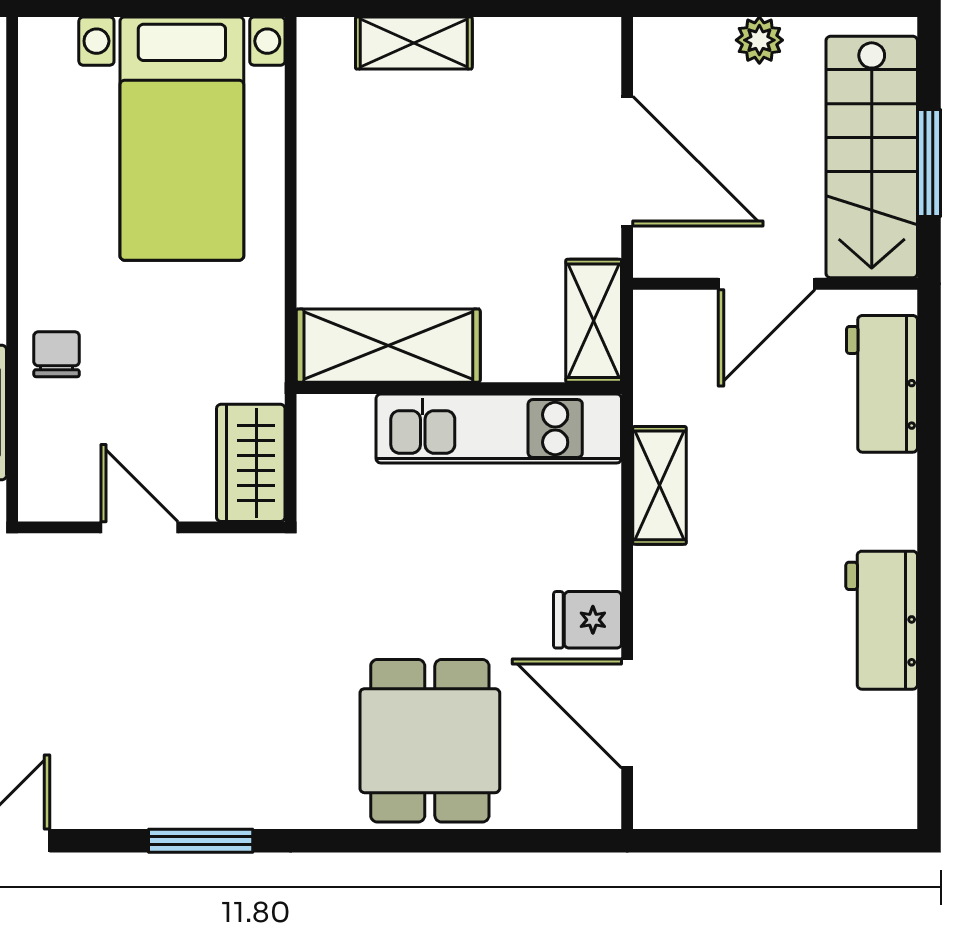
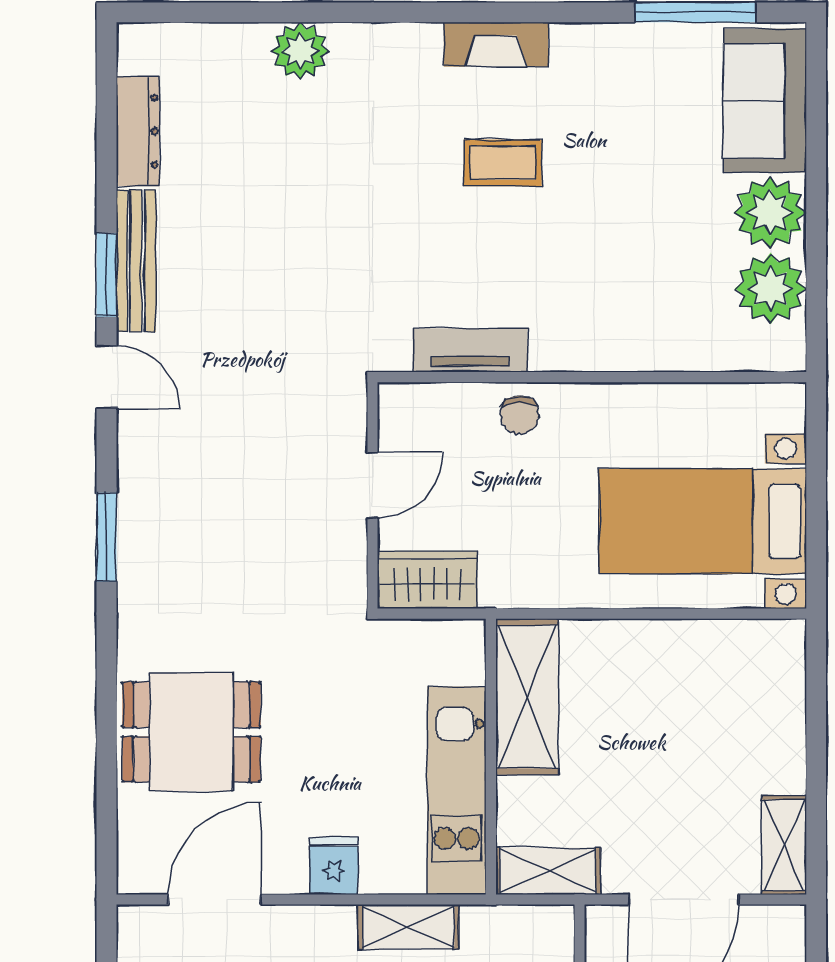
shelving: (414, 43) -> (784, 845), moved
chair: (57, 354) -> (520, 415), turned 90
fridge: (588, 620) -> (334, 866), moved

